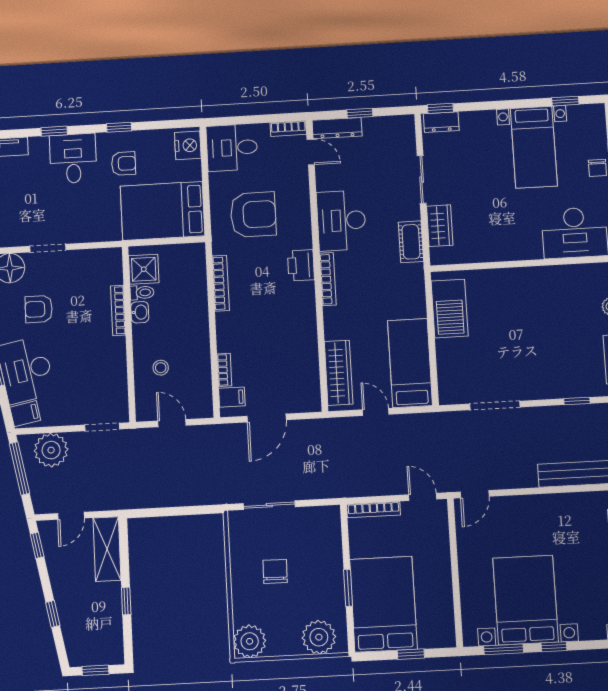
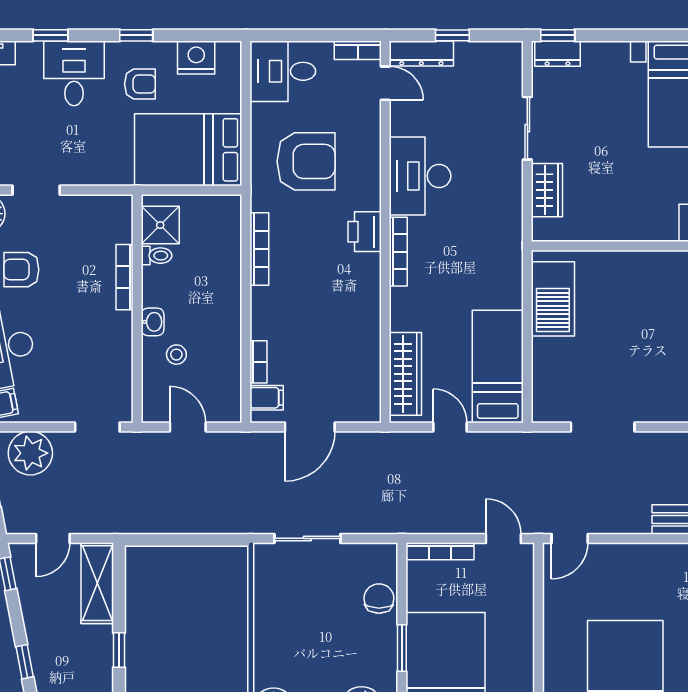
nightstand: (188, 145) -> (196, 58), moved, turned -90
cot: (411, 242) -> (509, 209), removed
washbasin: (140, 312) -> (153, 322), moved
chair: (275, 571) -> (379, 599), moved

